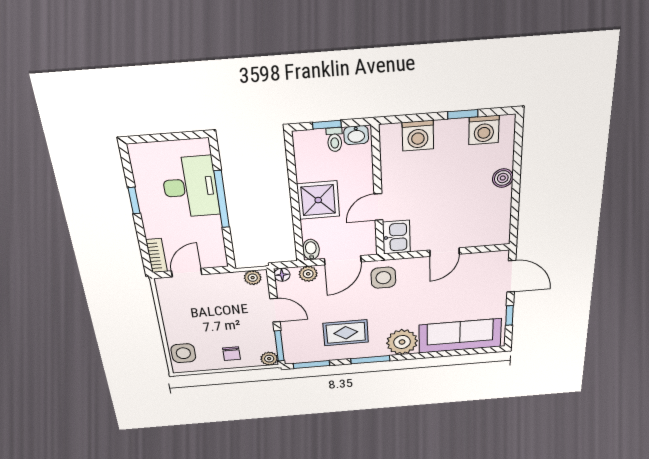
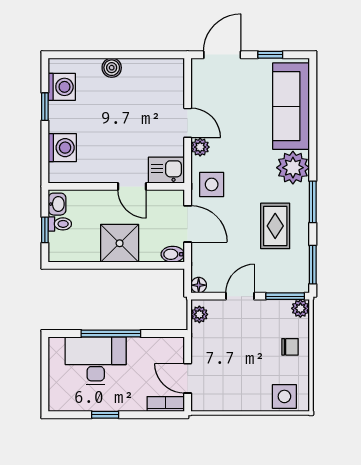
plant: (308, 274) -> (200, 147), moved

